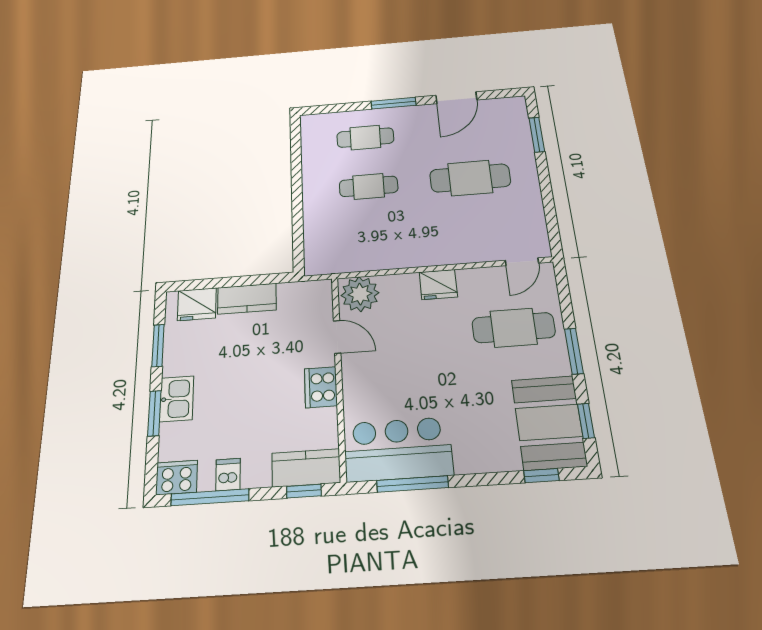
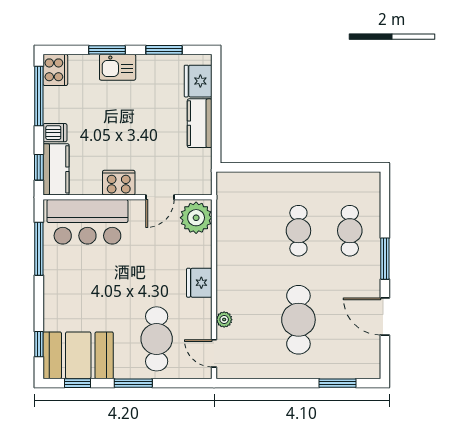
plant: (480, 254) -> (224, 320), added
bar counter: (398, 449) -> (87, 222), moved, turned 90
dishwasher: (228, 475) -> (55, 133), moved

